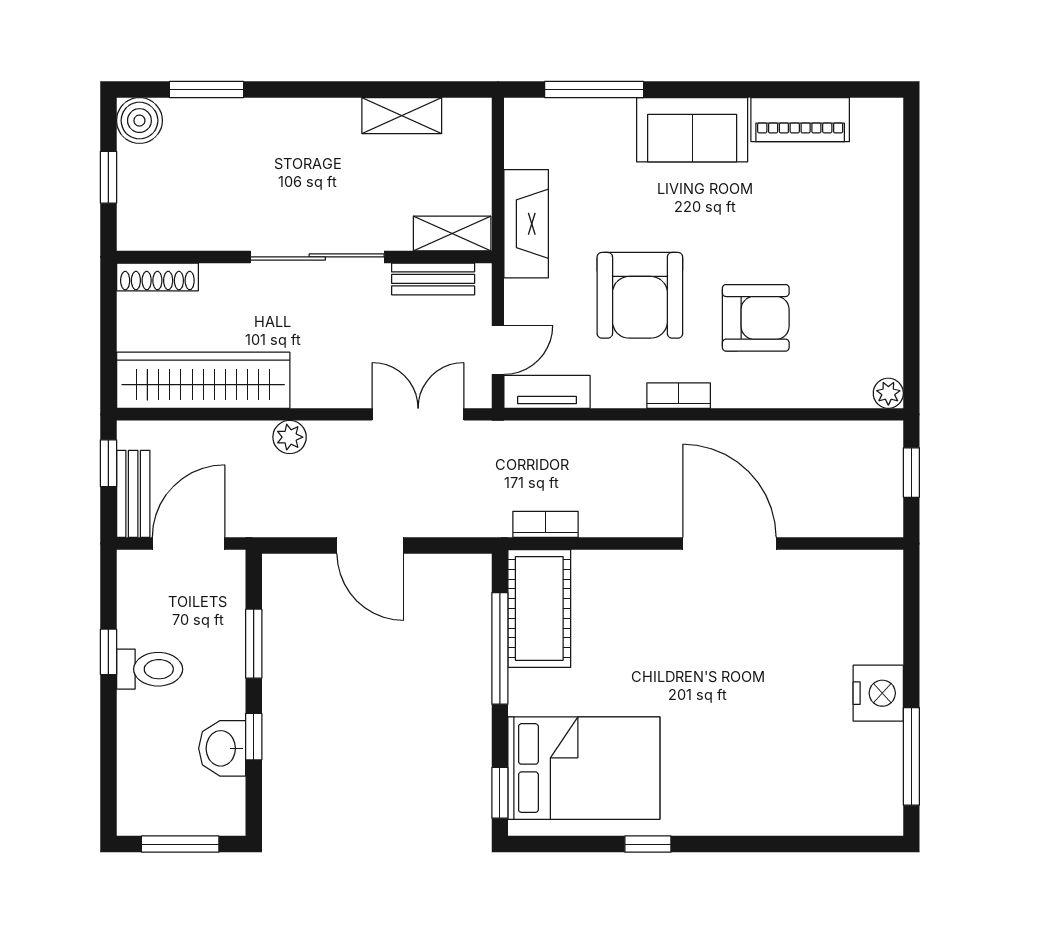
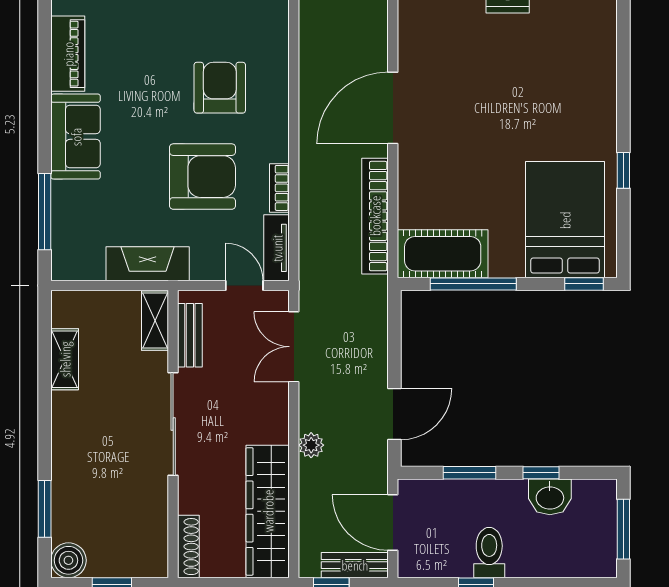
bookcase: (679, 396) -> (279, 188), moved
bookcase: (545, 524) -> (375, 216), width x2.31, depth x1.31
door: (370, 545) -> (394, 414), moved

